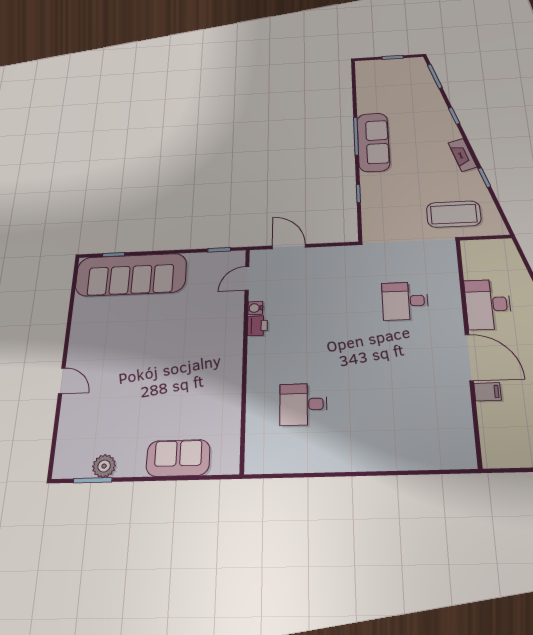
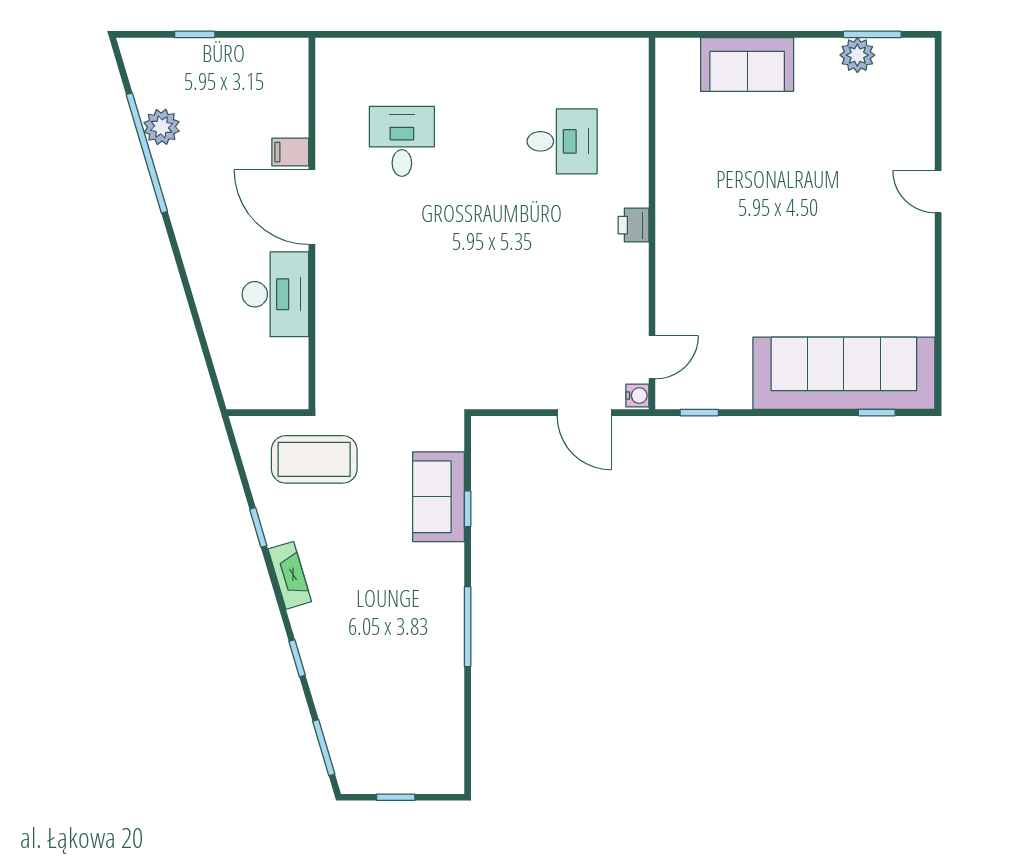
sofa: (373, 142) -> (439, 497), moved, width x0.73
desk: (405, 301) -> (402, 141), moved, turned -90
water cooler: (255, 308) -> (637, 396), moved
printer: (257, 326) -> (634, 225), moved

